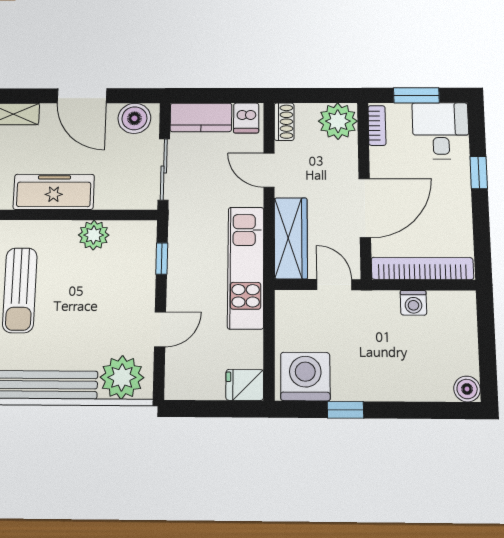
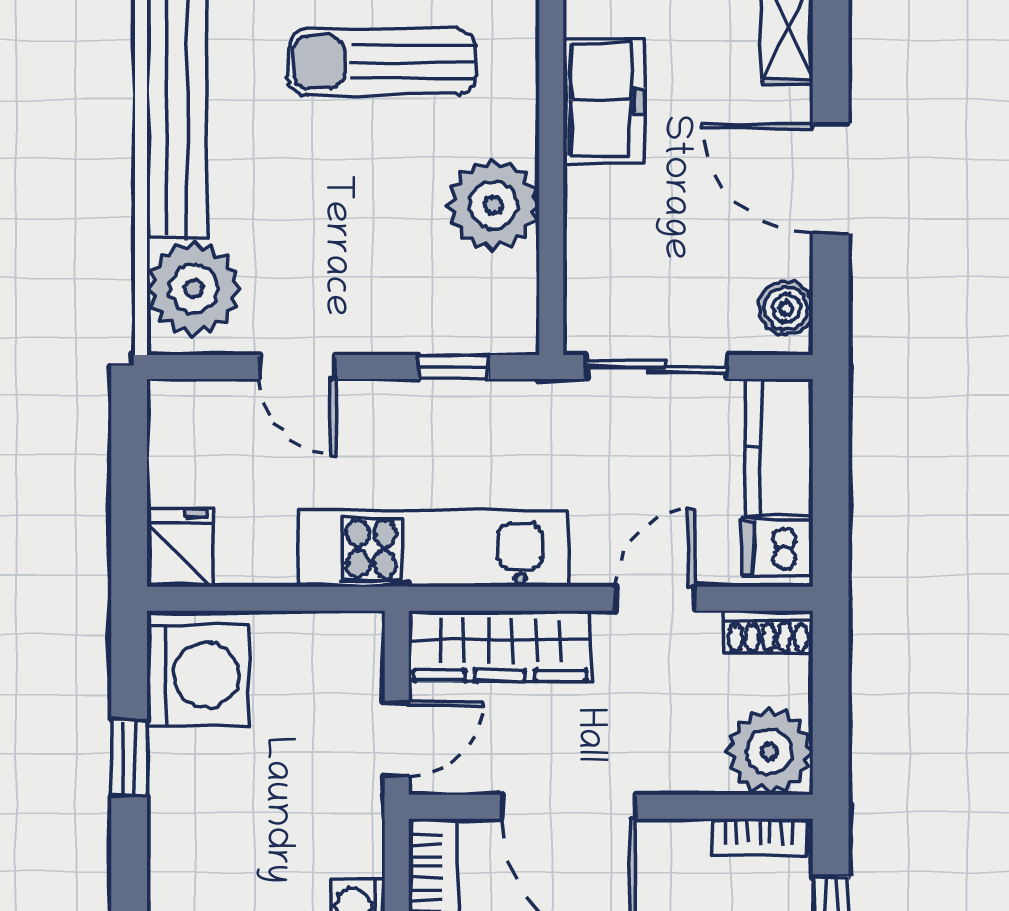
door: (82, 96) -> (831, 179), hinge flipped
boiler: (134, 118) -> (786, 308), width x0.73, depth x0.73
freezer: (54, 192) -> (604, 100), width x0.71
plant: (94, 235) -> (493, 205), width x1.36, depth x1.36

